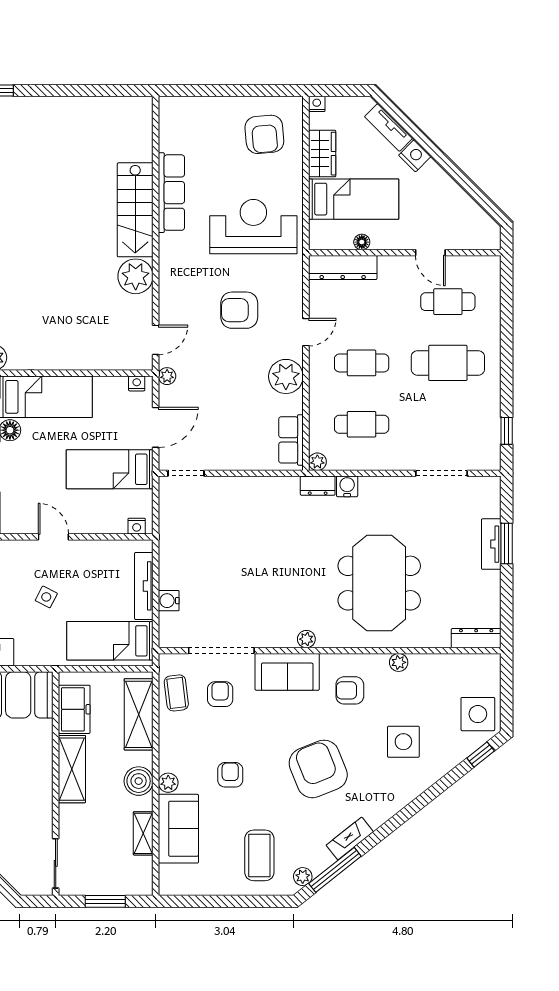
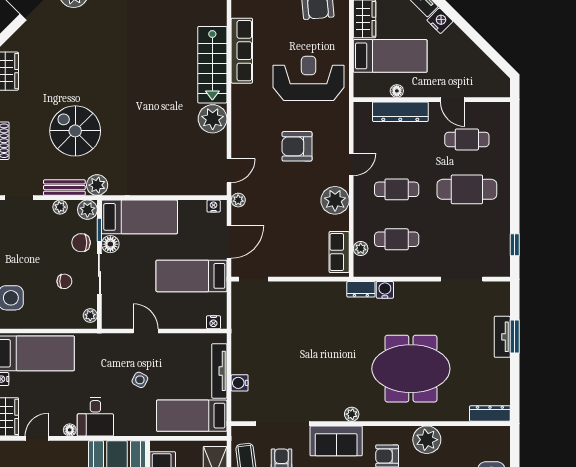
dresser: (343, 268) -> (400, 112), moved
plant: (317, 462) -> (361, 249), moved
meeting table: (379, 583) -> (411, 369), turned 90
plant: (399, 662) -> (427, 440), width x1.88, depth x1.88

